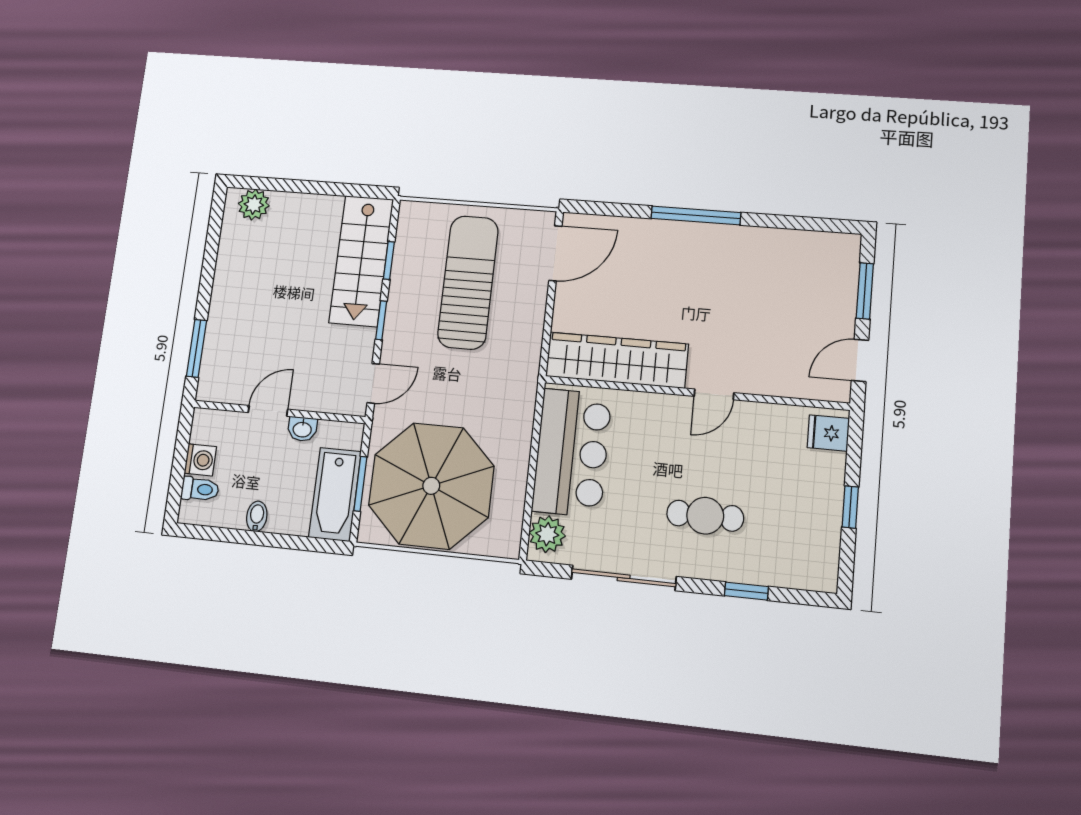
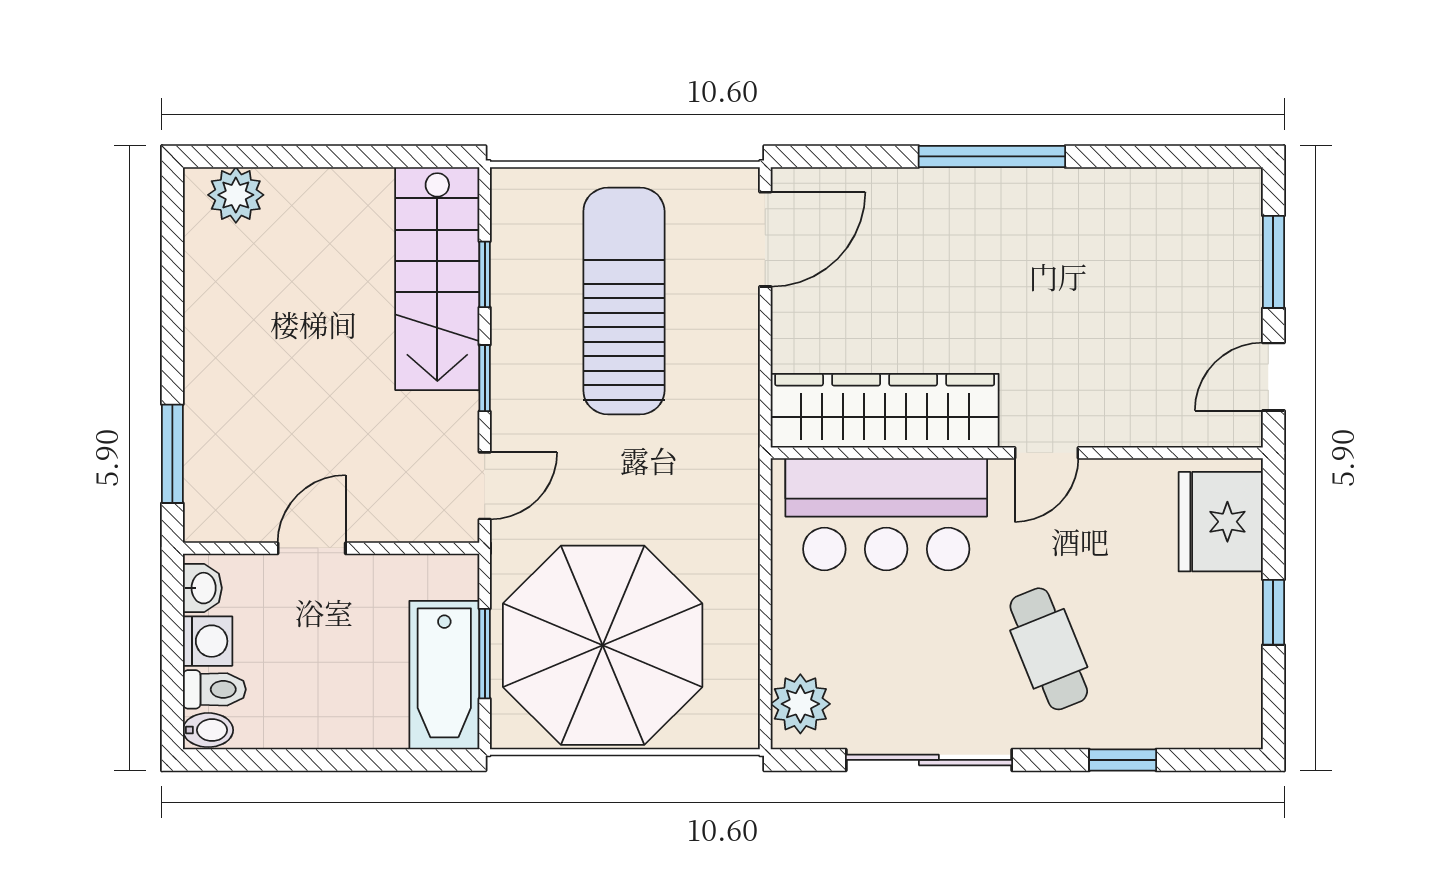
washbasin: (302, 429) -> (202, 588), moved, turned -90
fridge: (828, 433) -> (1221, 522), width x1.88, depth x1.34
bar counter: (572, 453) -> (886, 514), moved, turned 90
bidet: (257, 516) -> (208, 730), moved, turned 90
cafe table: (705, 516) -> (1049, 649), turned 68

